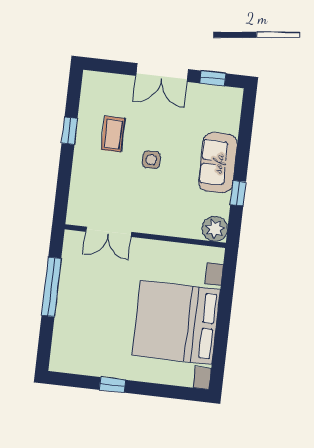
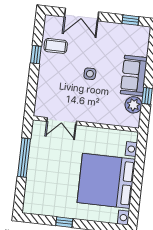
double door: (162, 72) -> (82, 14), moved
coffee table: (113, 134) -> (56, 46), moved, turned 90
plant: (215, 229) -> (133, 105), moved

